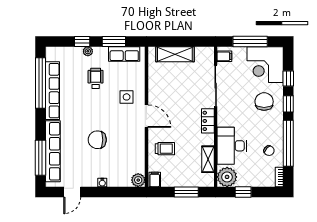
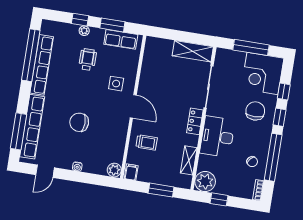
shelving: (175, 54) -> (193, 51), moved
filing cabinet: (224, 56) -> (222, 58), removed
desk: (232, 146) -> (217, 137), moved

